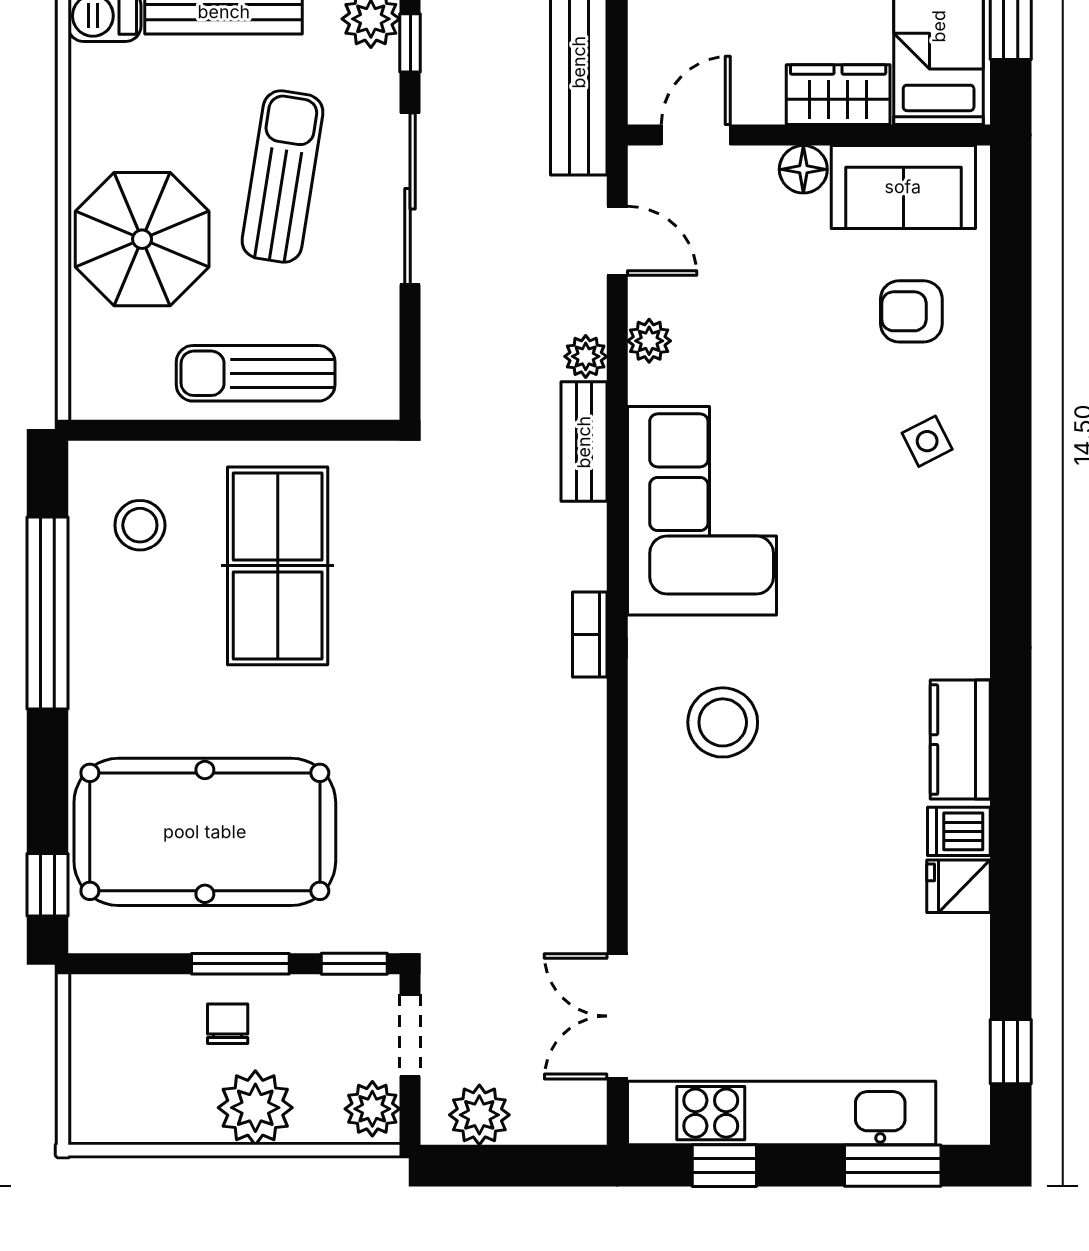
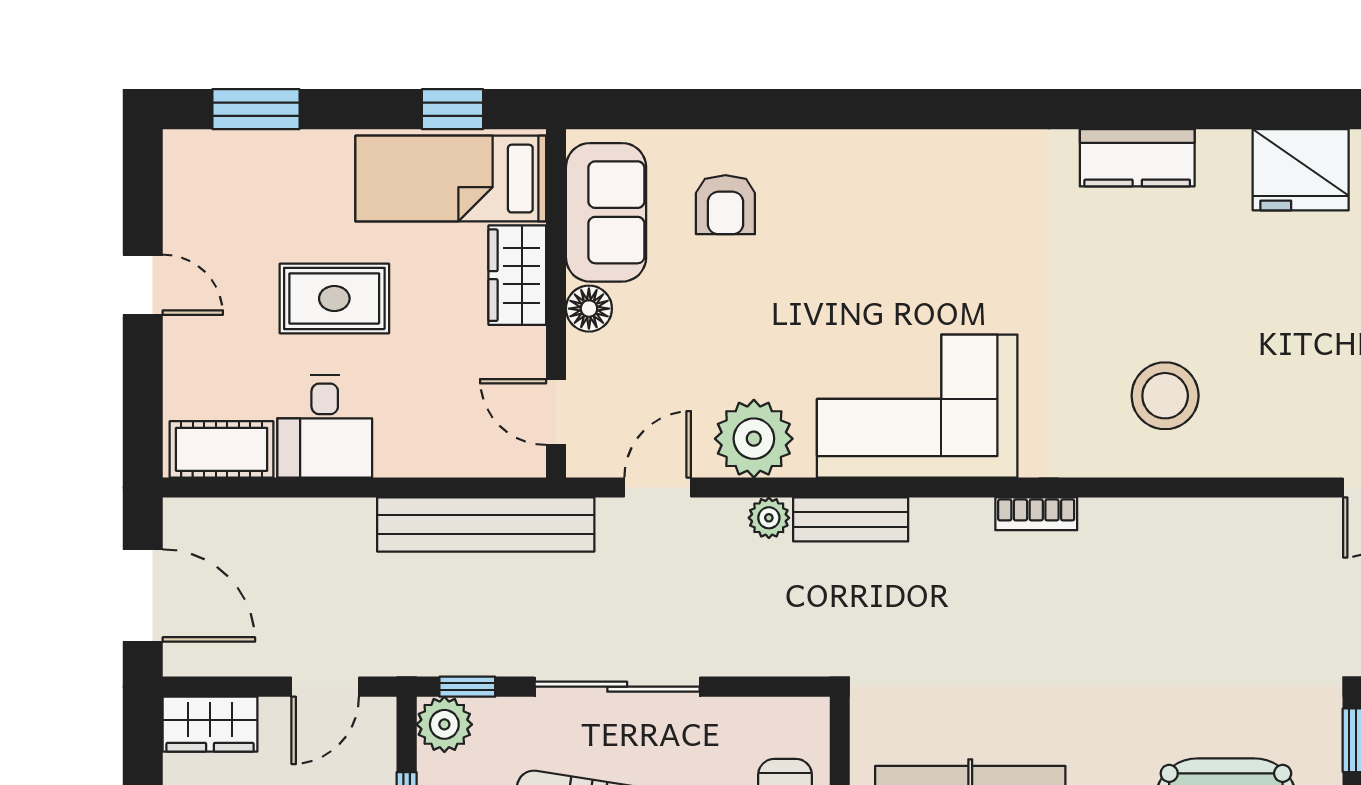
plant: (649, 341) -> (754, 439), width x1.87, depth x1.87
side table: (927, 441) -> (850, 190), removed
stool: (723, 722) -> (1165, 396), moved
dishwasher: (959, 831) -> (1225, 159), removed
fridge: (958, 886) -> (1301, 170), width x1.88, depth x1.34

